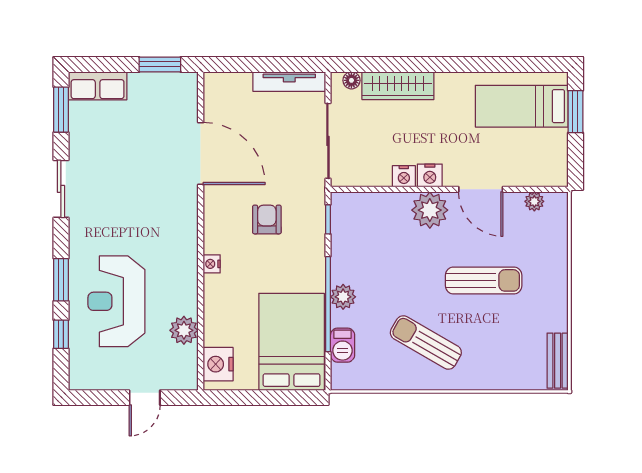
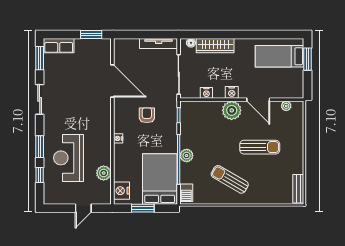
nightstand: (404, 176) -> (206, 93), moved
barbecue: (343, 345) -> (186, 193), moved
window: (259, 398) -> (143, 208), added

